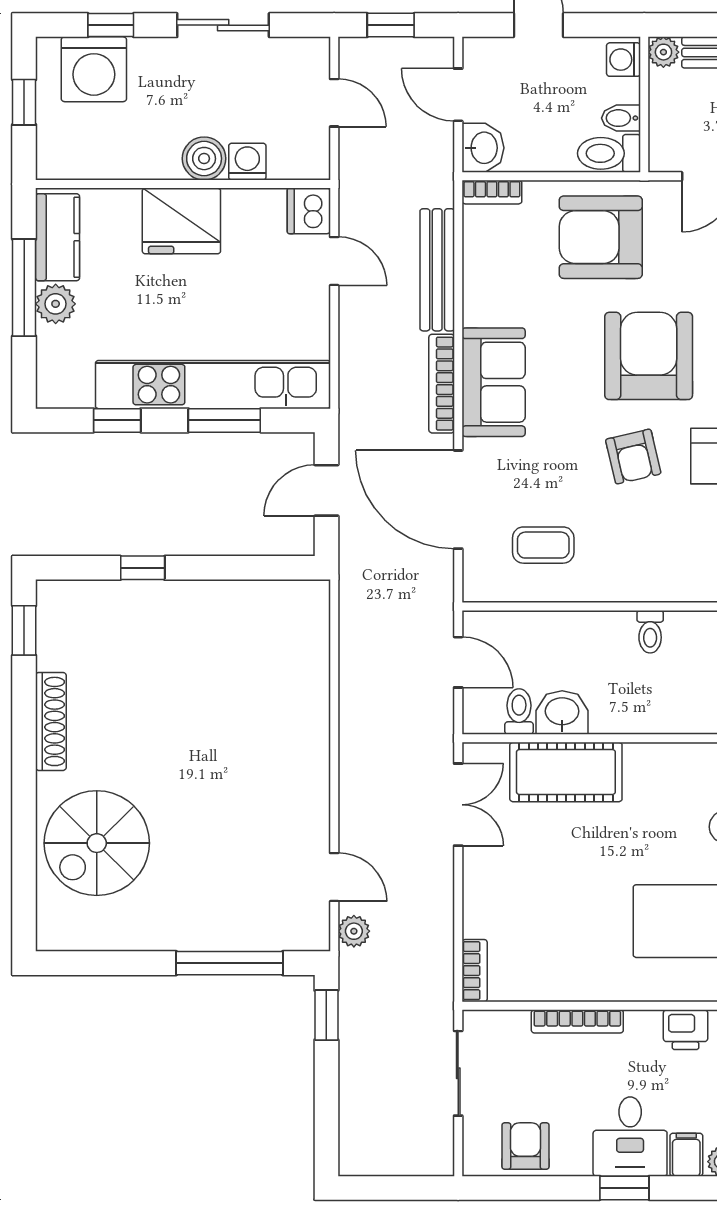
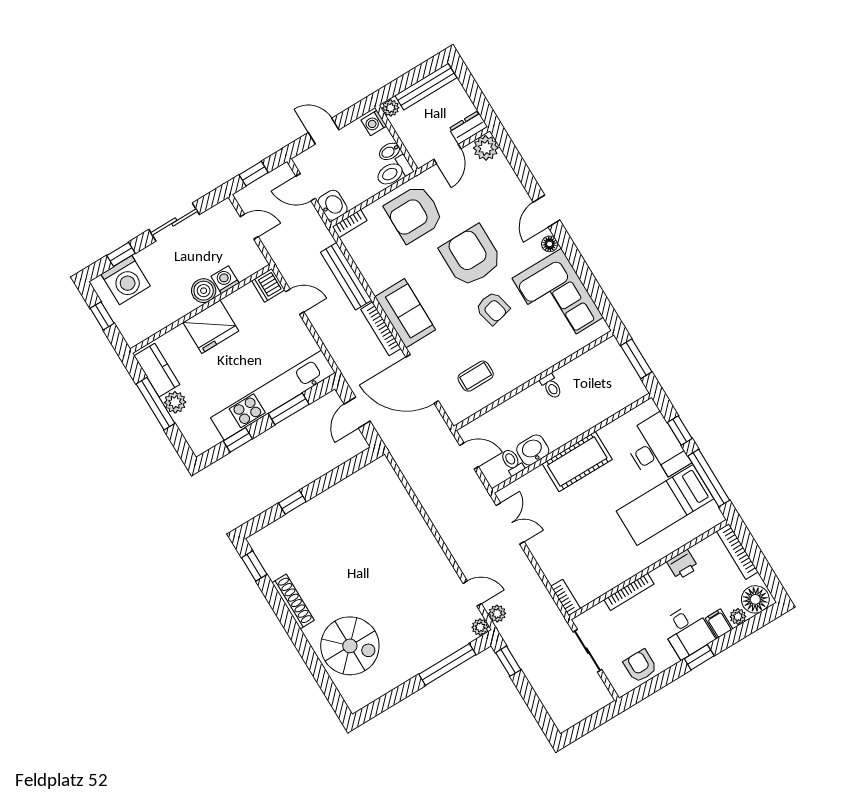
cot: (566, 772) -> (577, 462), moved
spiral stairs: (97, 843) -> (350, 646), turned -90
plant: (315, 936) -> (480, 627), added

